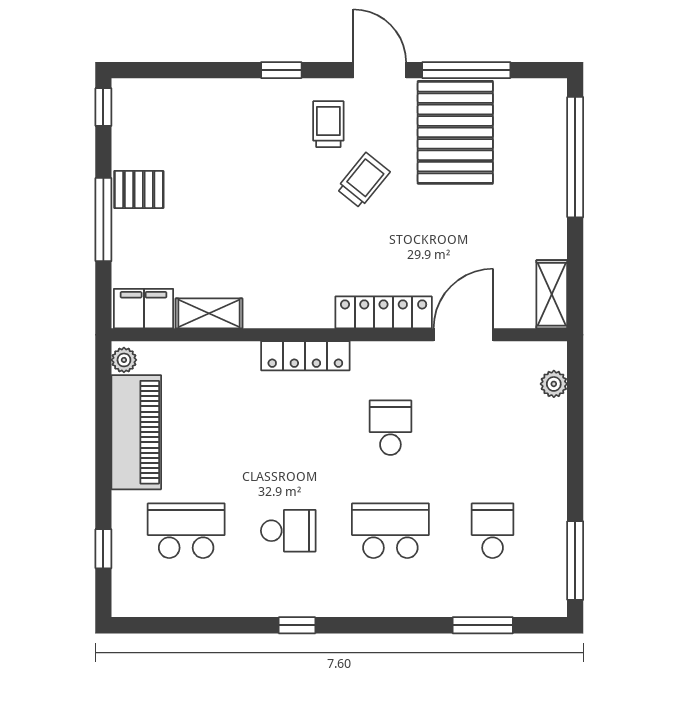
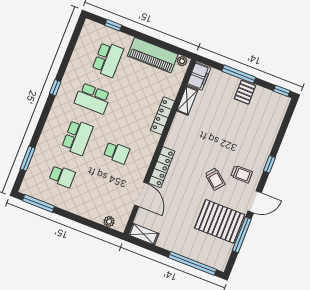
locker: (305, 356) -> (163, 116), moved
school desk: (288, 531) -> (93, 98), width x1.85

